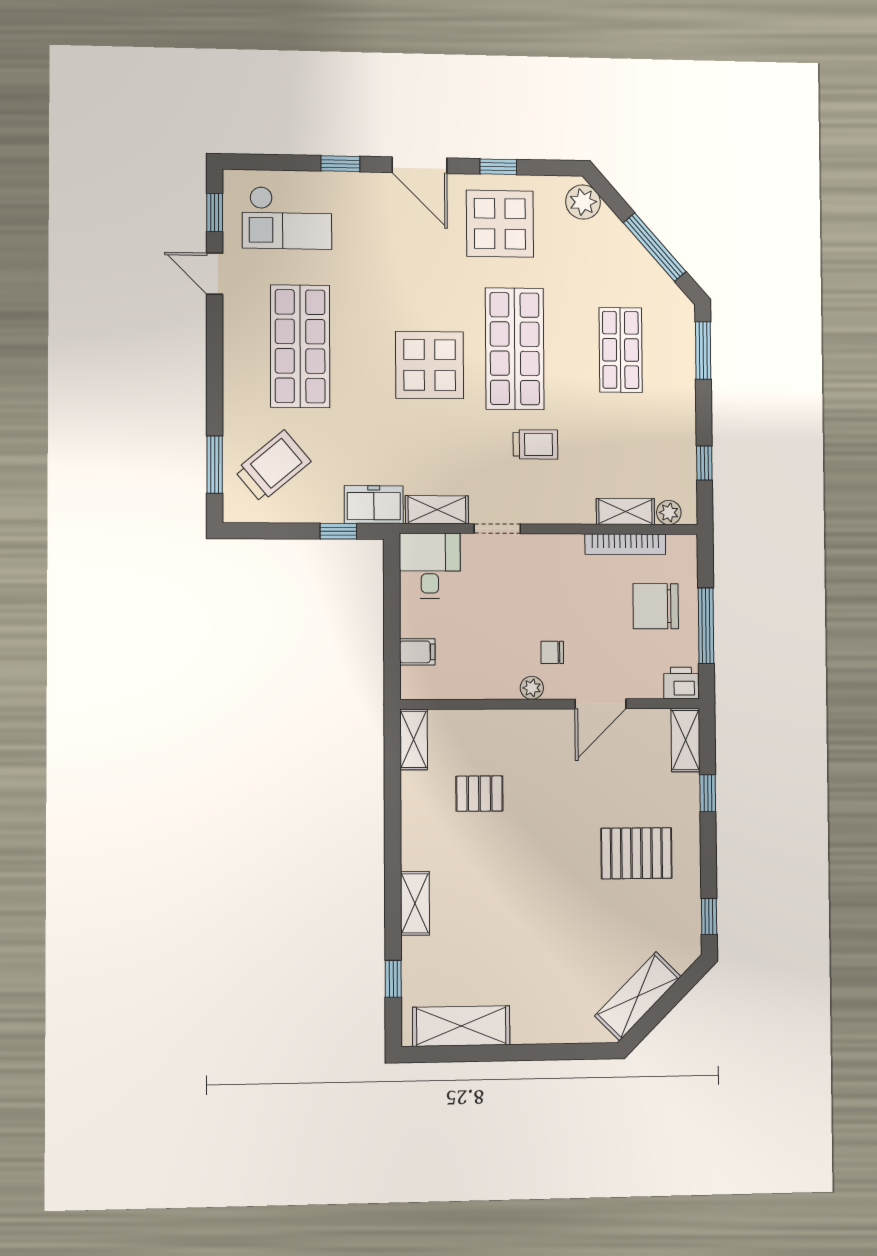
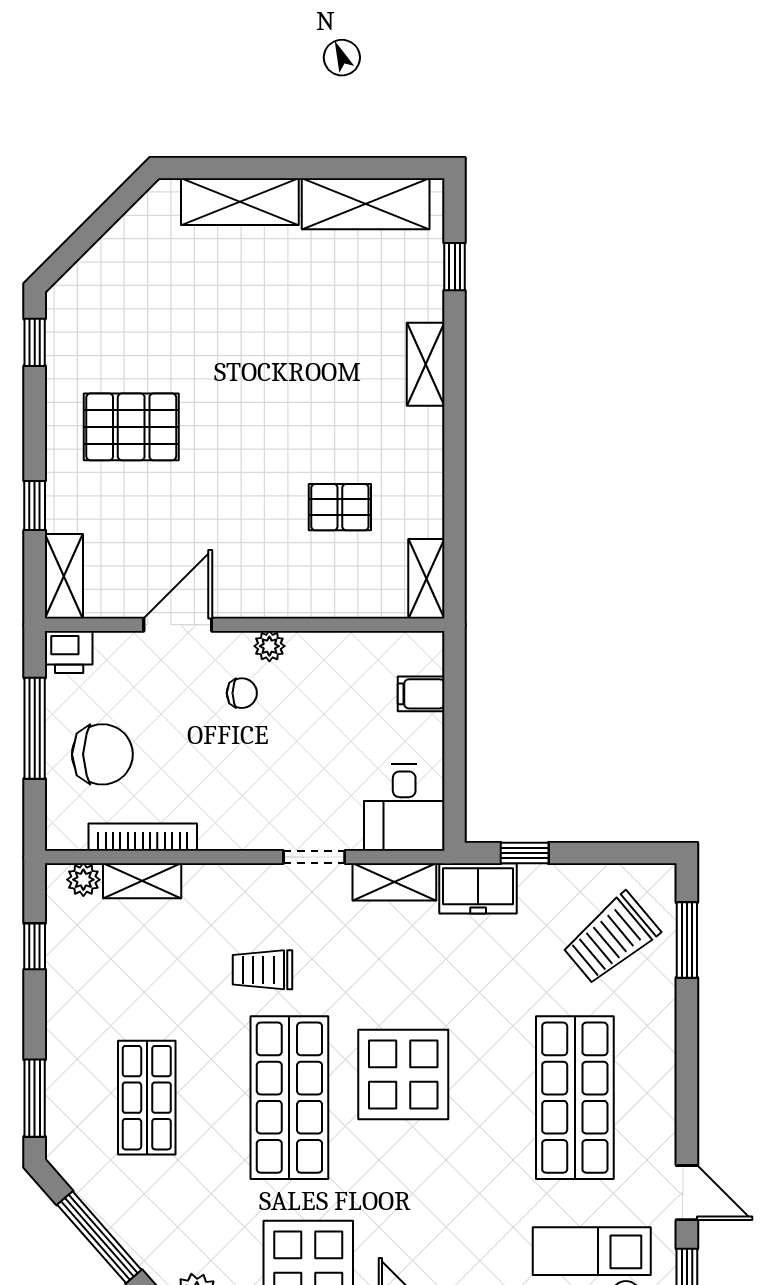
shelving: (638, 996) -> (240, 202), moved, turned 45

